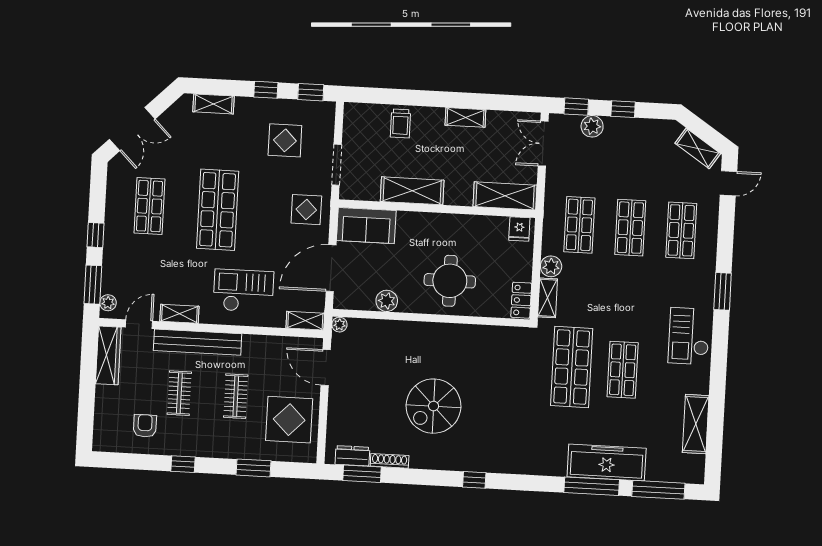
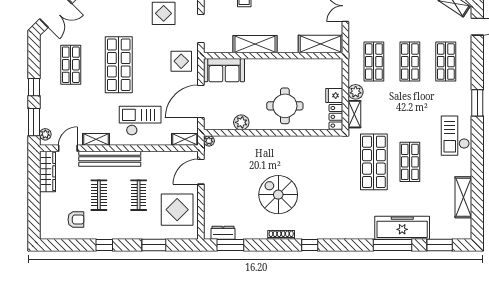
fridge: (519, 229) -> (334, 95), moved, turned 90
door: (326, 368) -> (201, 172), hinge flipped
spiral stairs: (434, 406) -> (278, 195), turned 90
armchair: (145, 426) -> (76, 220), turned 90
shoe rack: (390, 461) -> (281, 235), moved
window: (658, 490) -> (440, 245), width x0.69

